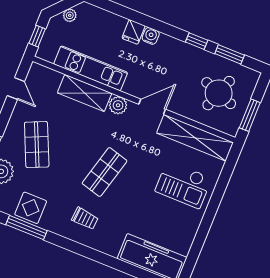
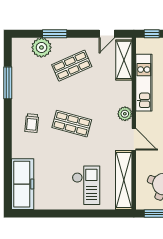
shelving: (85, 93) -> (124, 60), moved
checkout: (183, 184) -> (86, 185), turned 180
display table: (31, 208) -> (23, 80), removed

